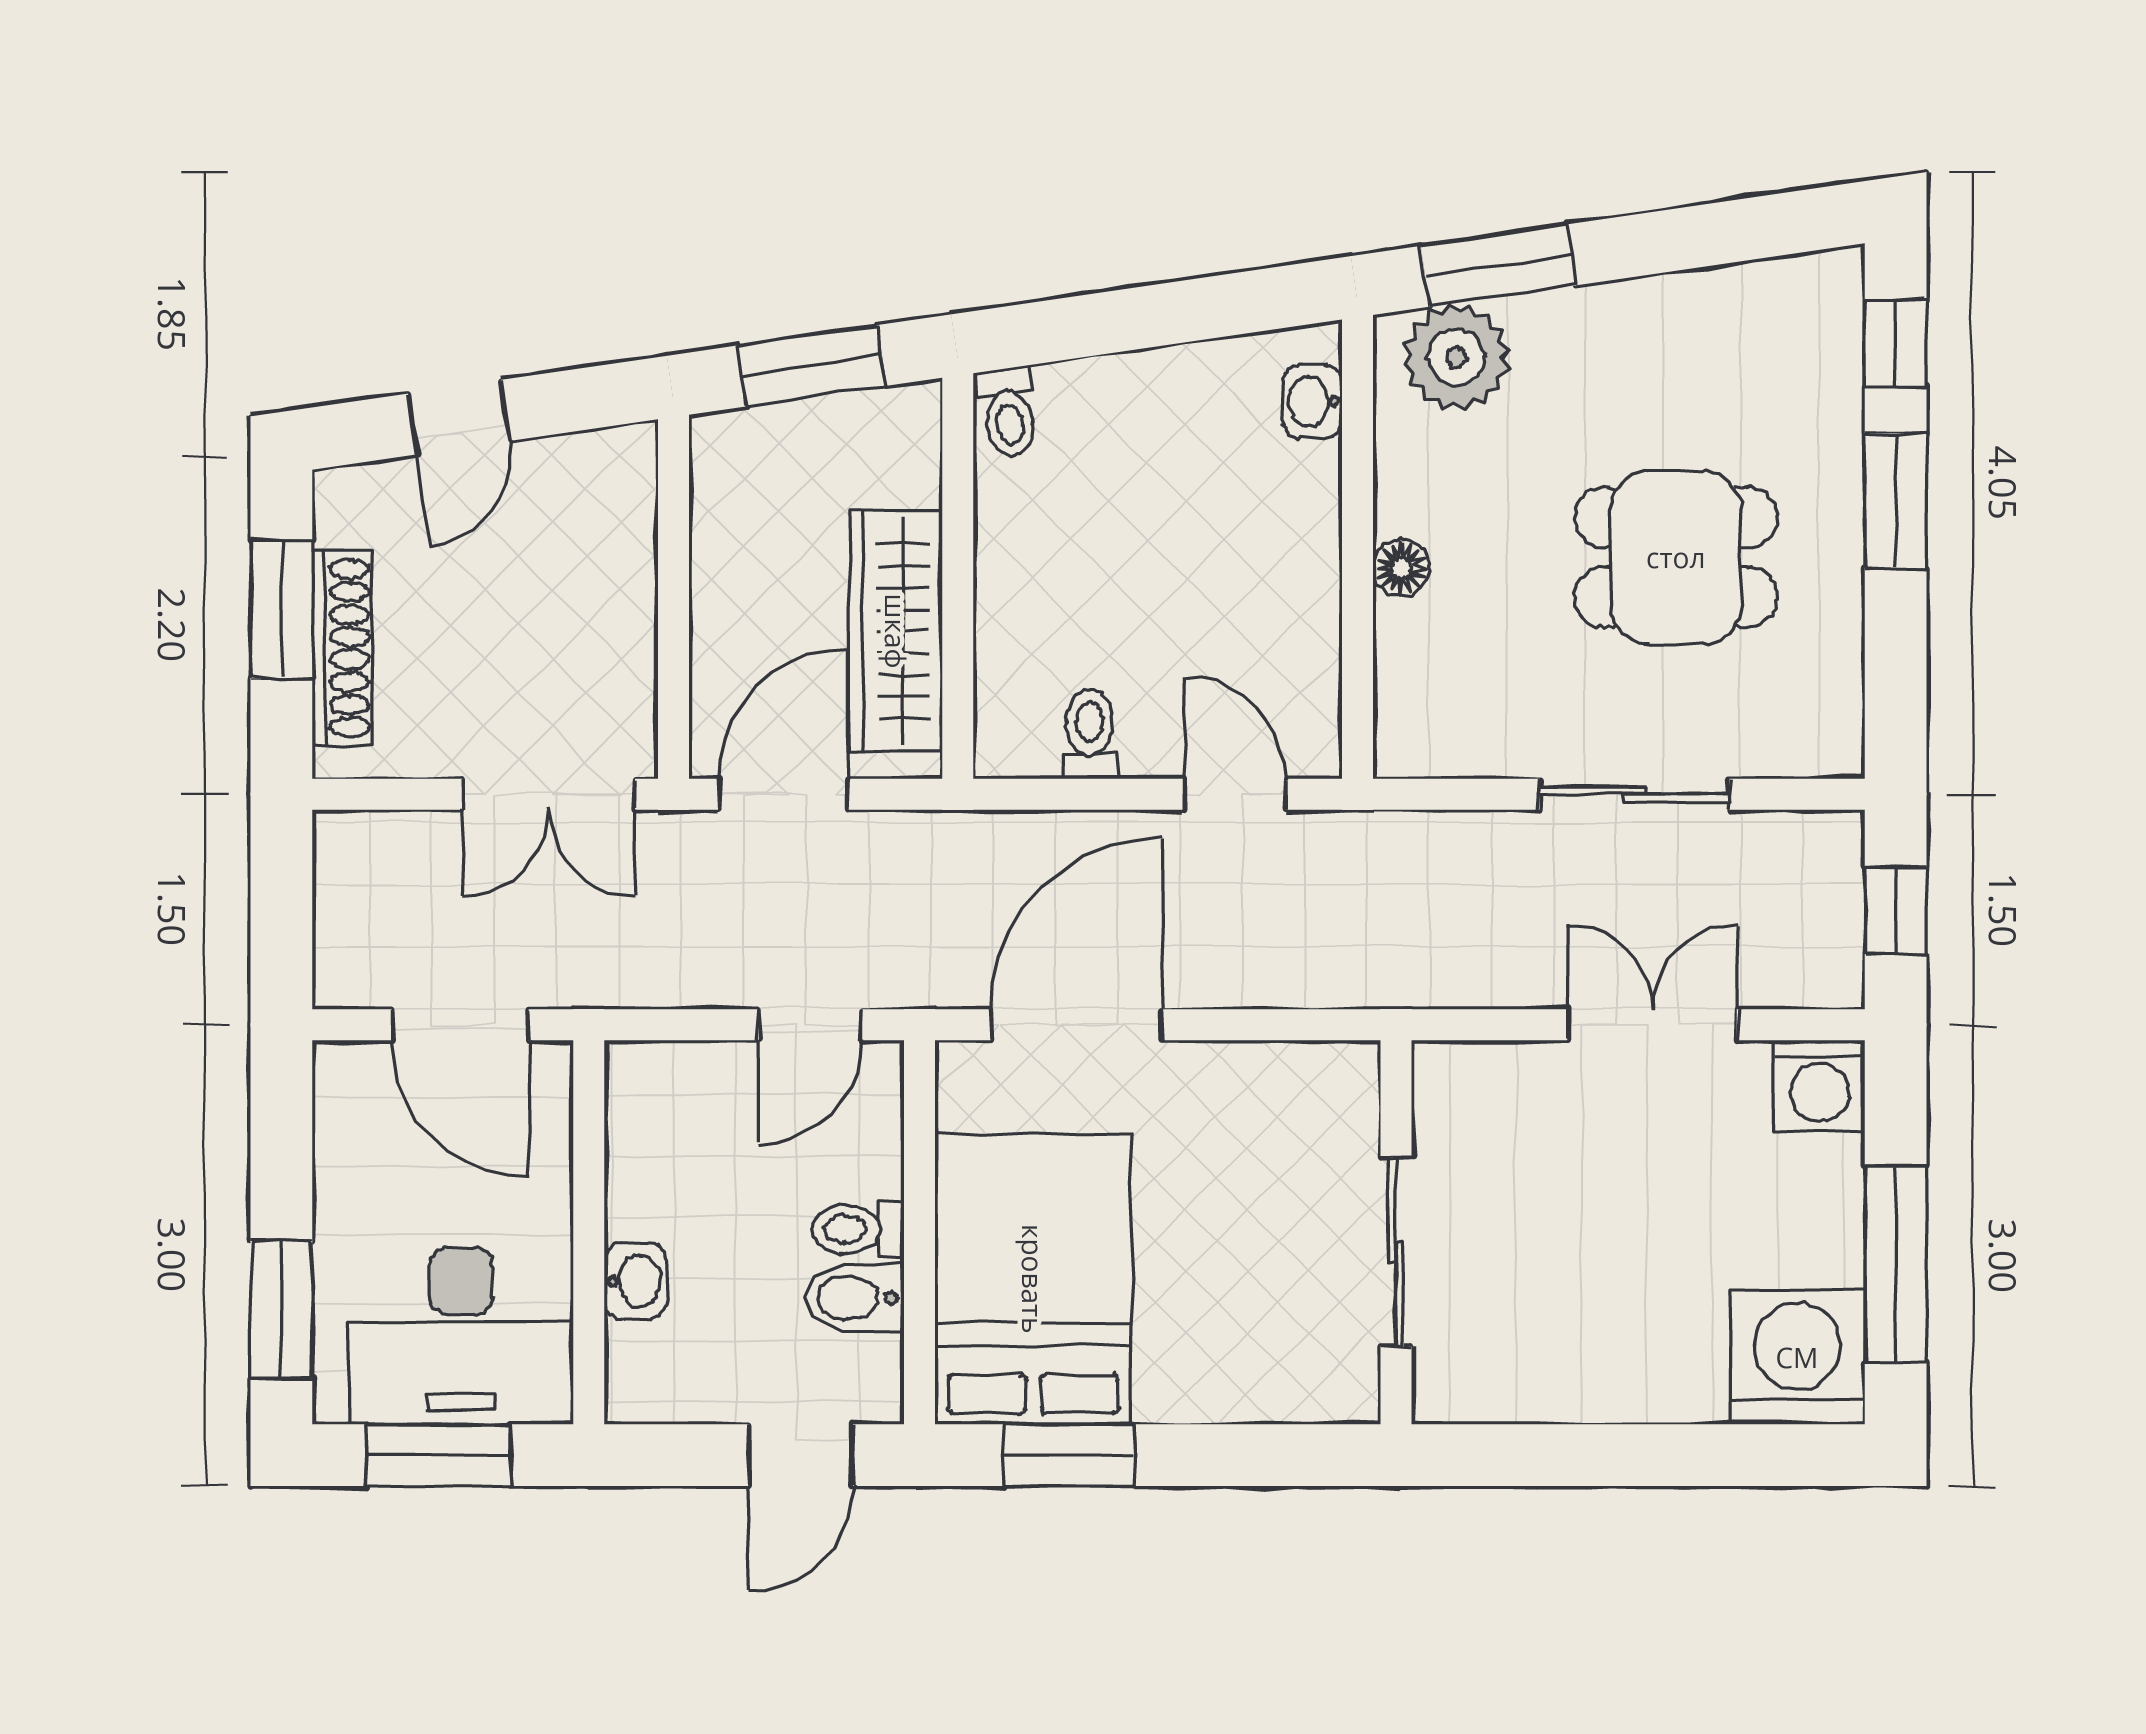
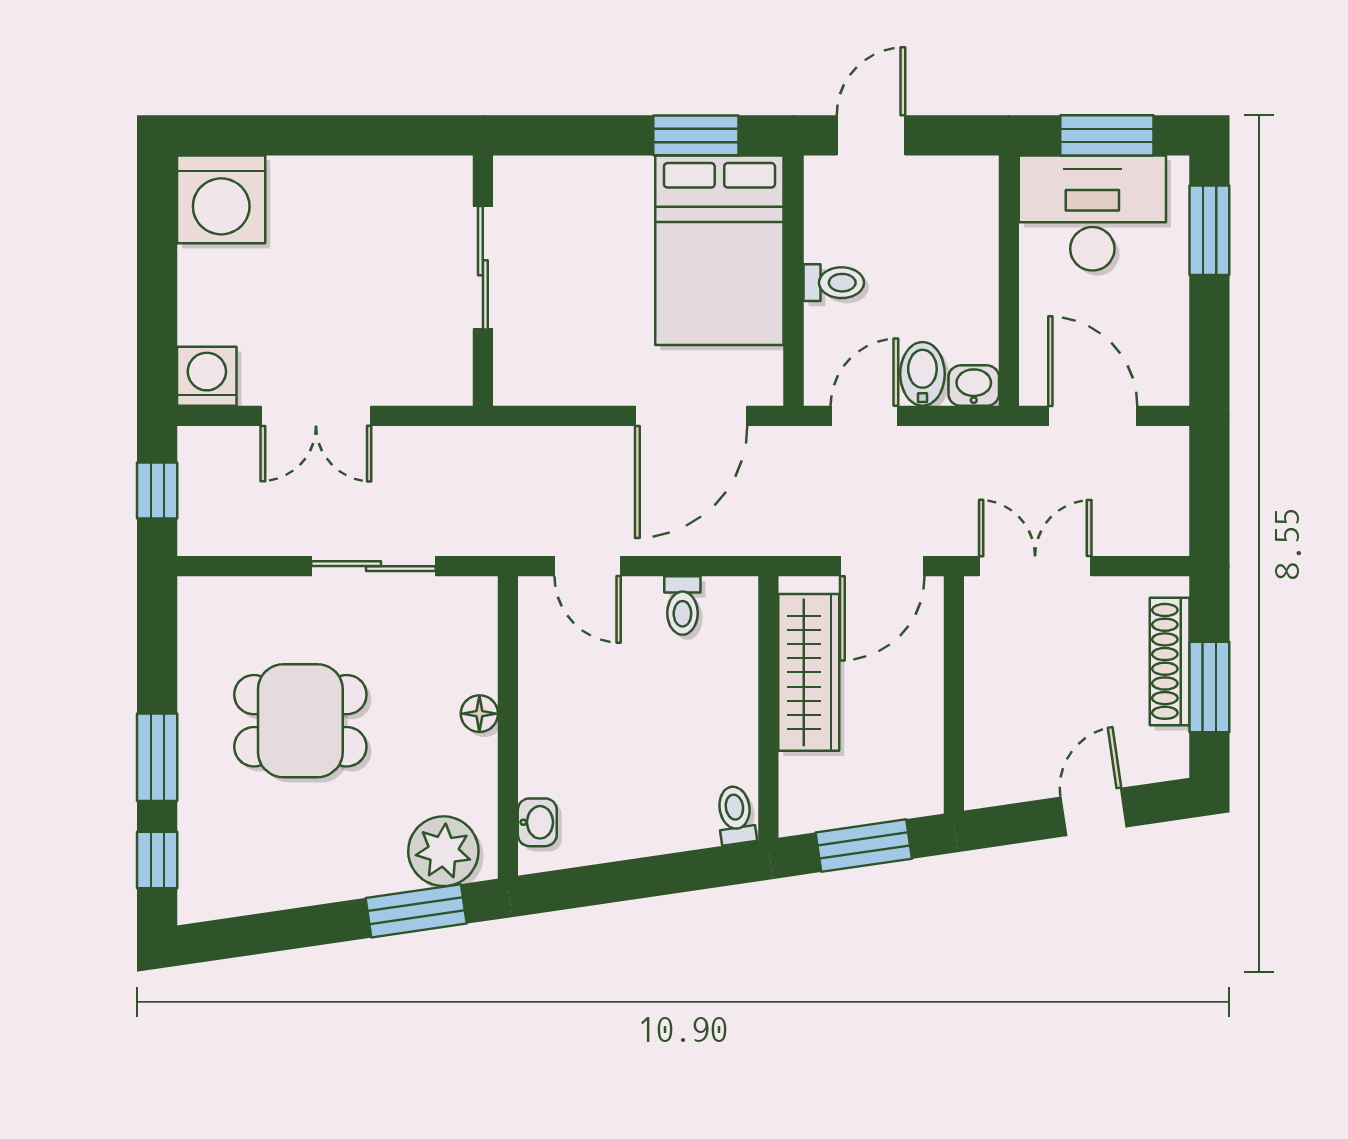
sliding door: (1635, 794) -> (373, 566), moved
window: (1896, 1264) -> (157, 260), removed
washbasin: (635, 1281) -> (974, 386), moved, turned 90
bidet: (855, 1298) -> (922, 374), moved, turned -90

